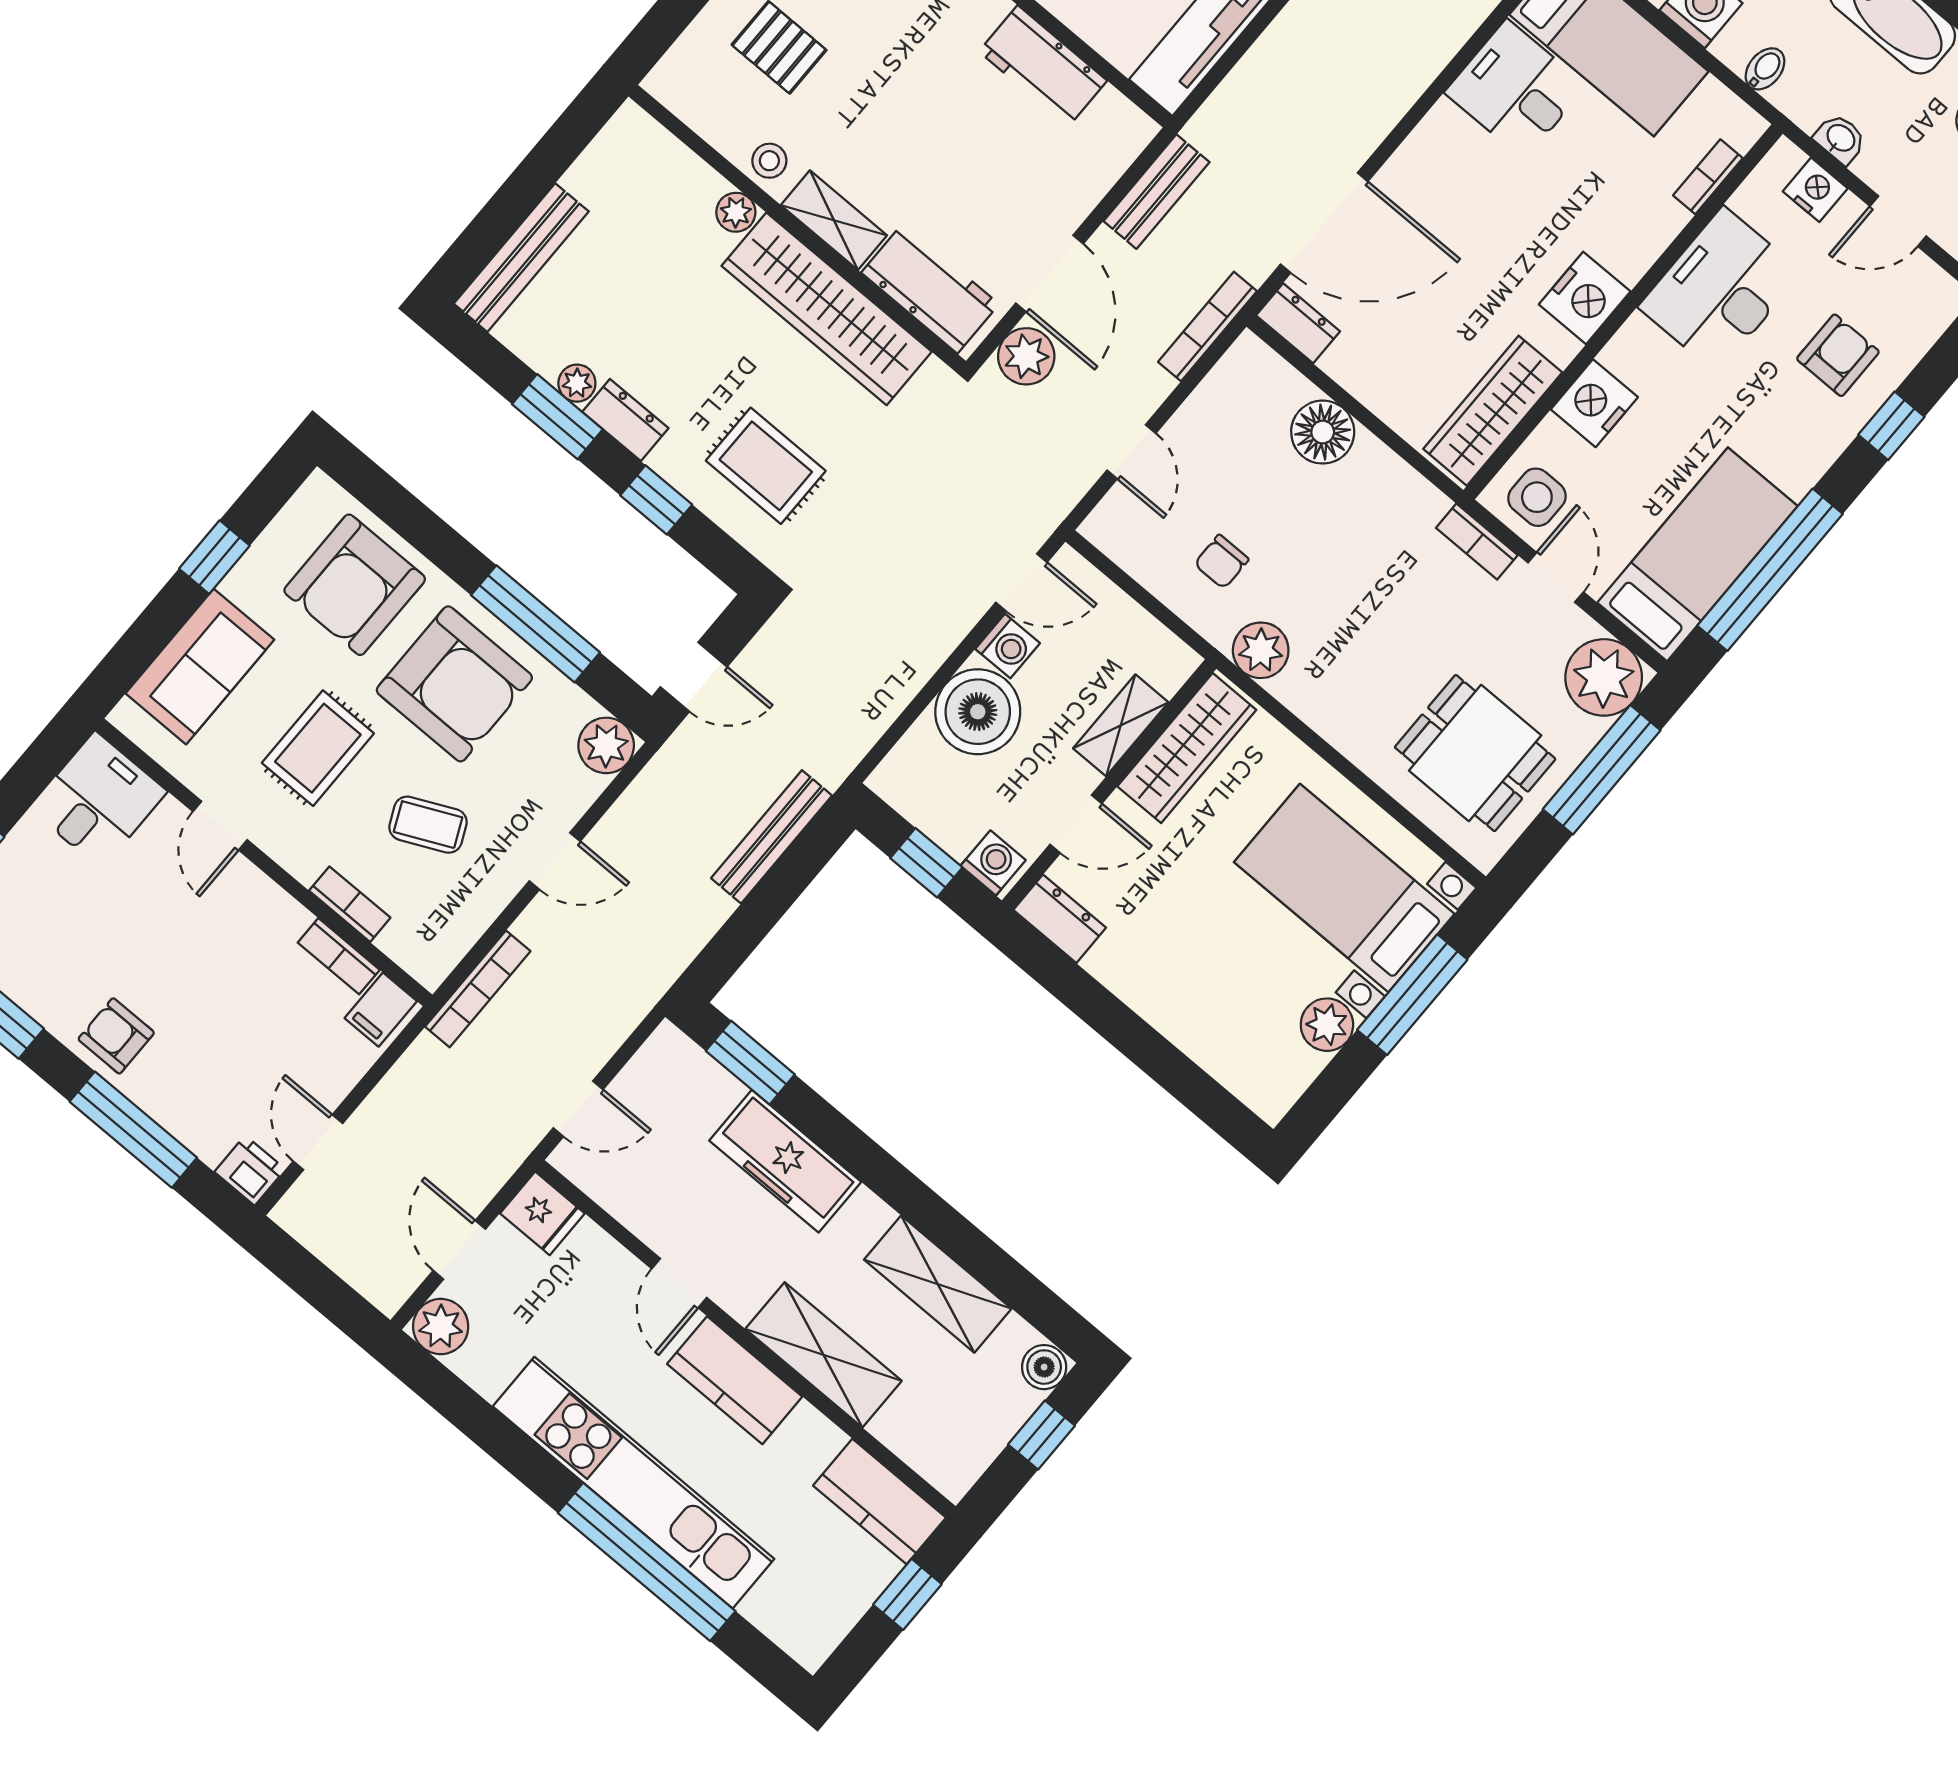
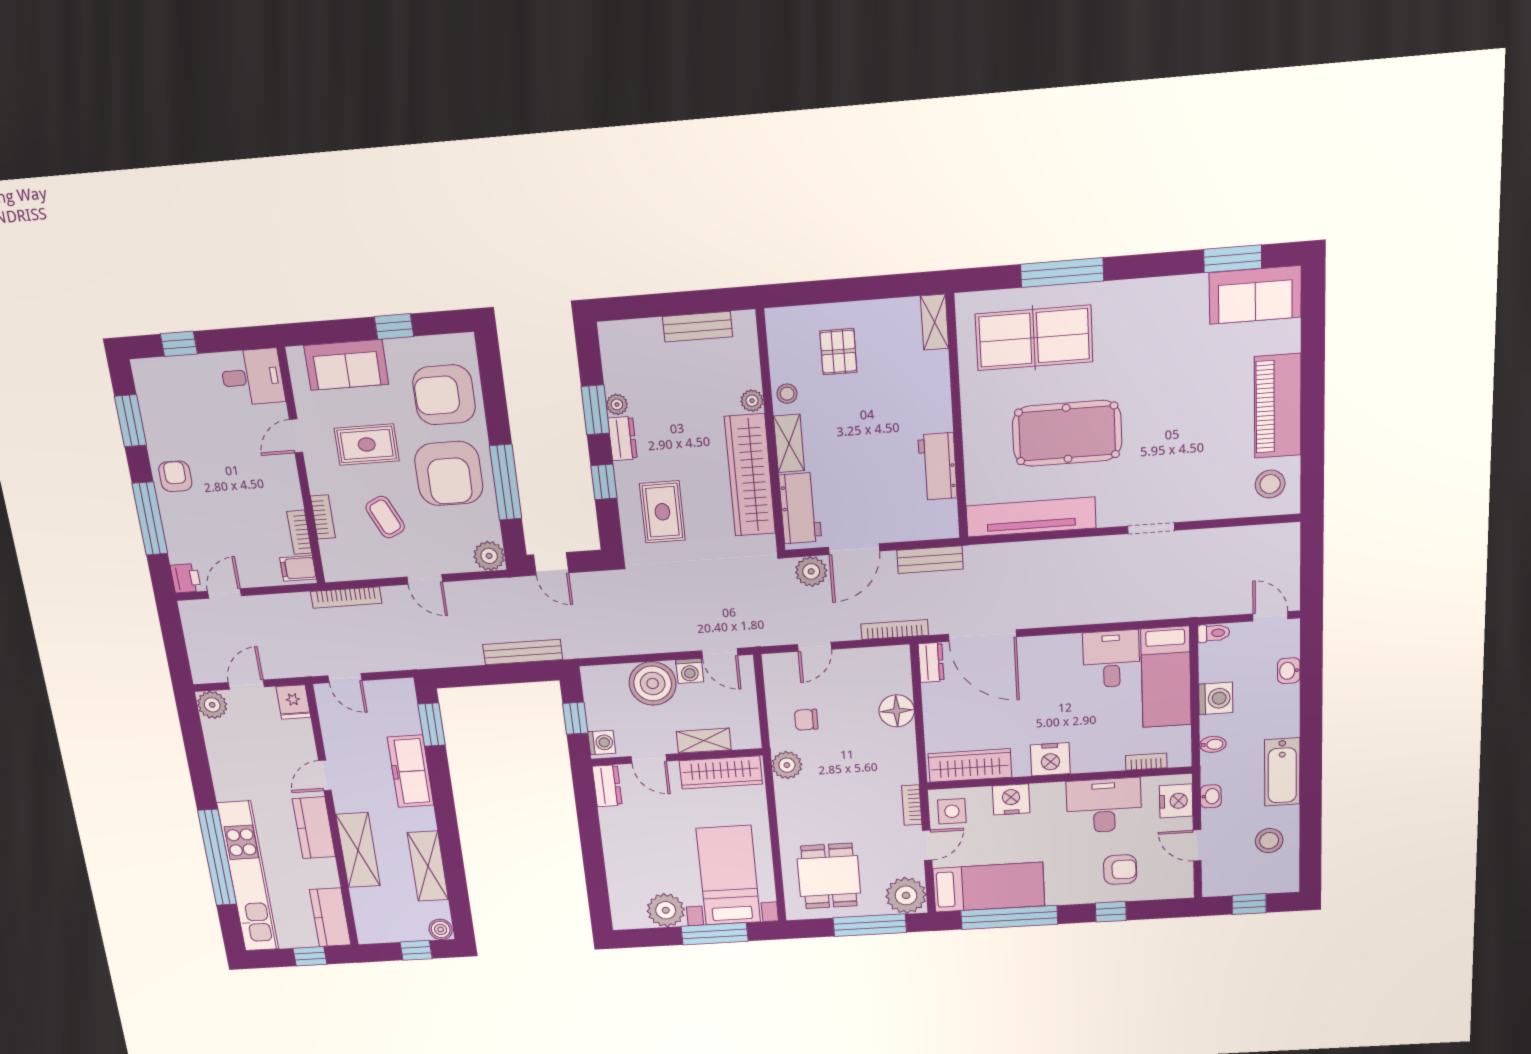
nightstand: (1815, 190) -> (1176, 801), width x1.36, depth x1.33
bench: (521, 258) -> (698, 327), moved, width x0.73
plant: (1327, 1025) -> (666, 910), width x1.36, depth x1.36
kitchen unit: (634, 1483) -> (248, 877), moved

